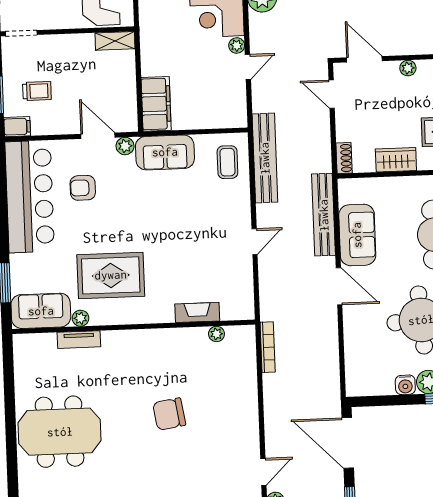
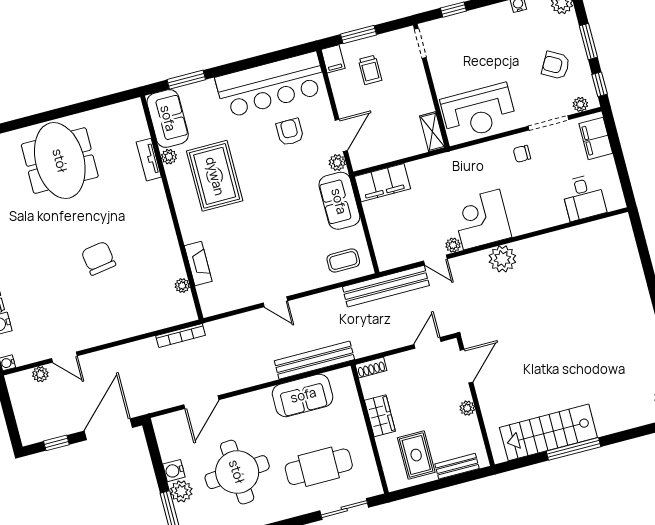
bench: (265, 158) -> (386, 286), moved
door: (339, 286) -> (201, 402), moved

